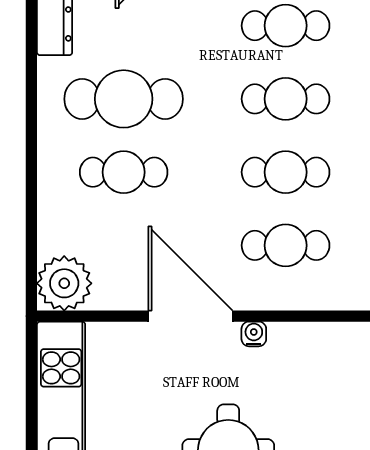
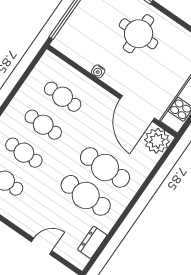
cafe table: (124, 172) -> (105, 167), width x1.37, depth x1.35
door: (190, 316) -> (137, 109), moved

